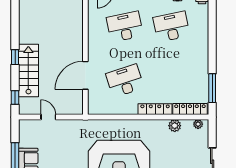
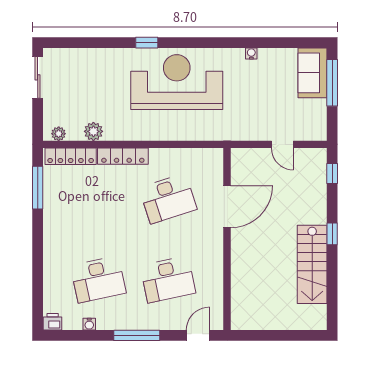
stairs: (28, 71) -> (312, 264), moved

